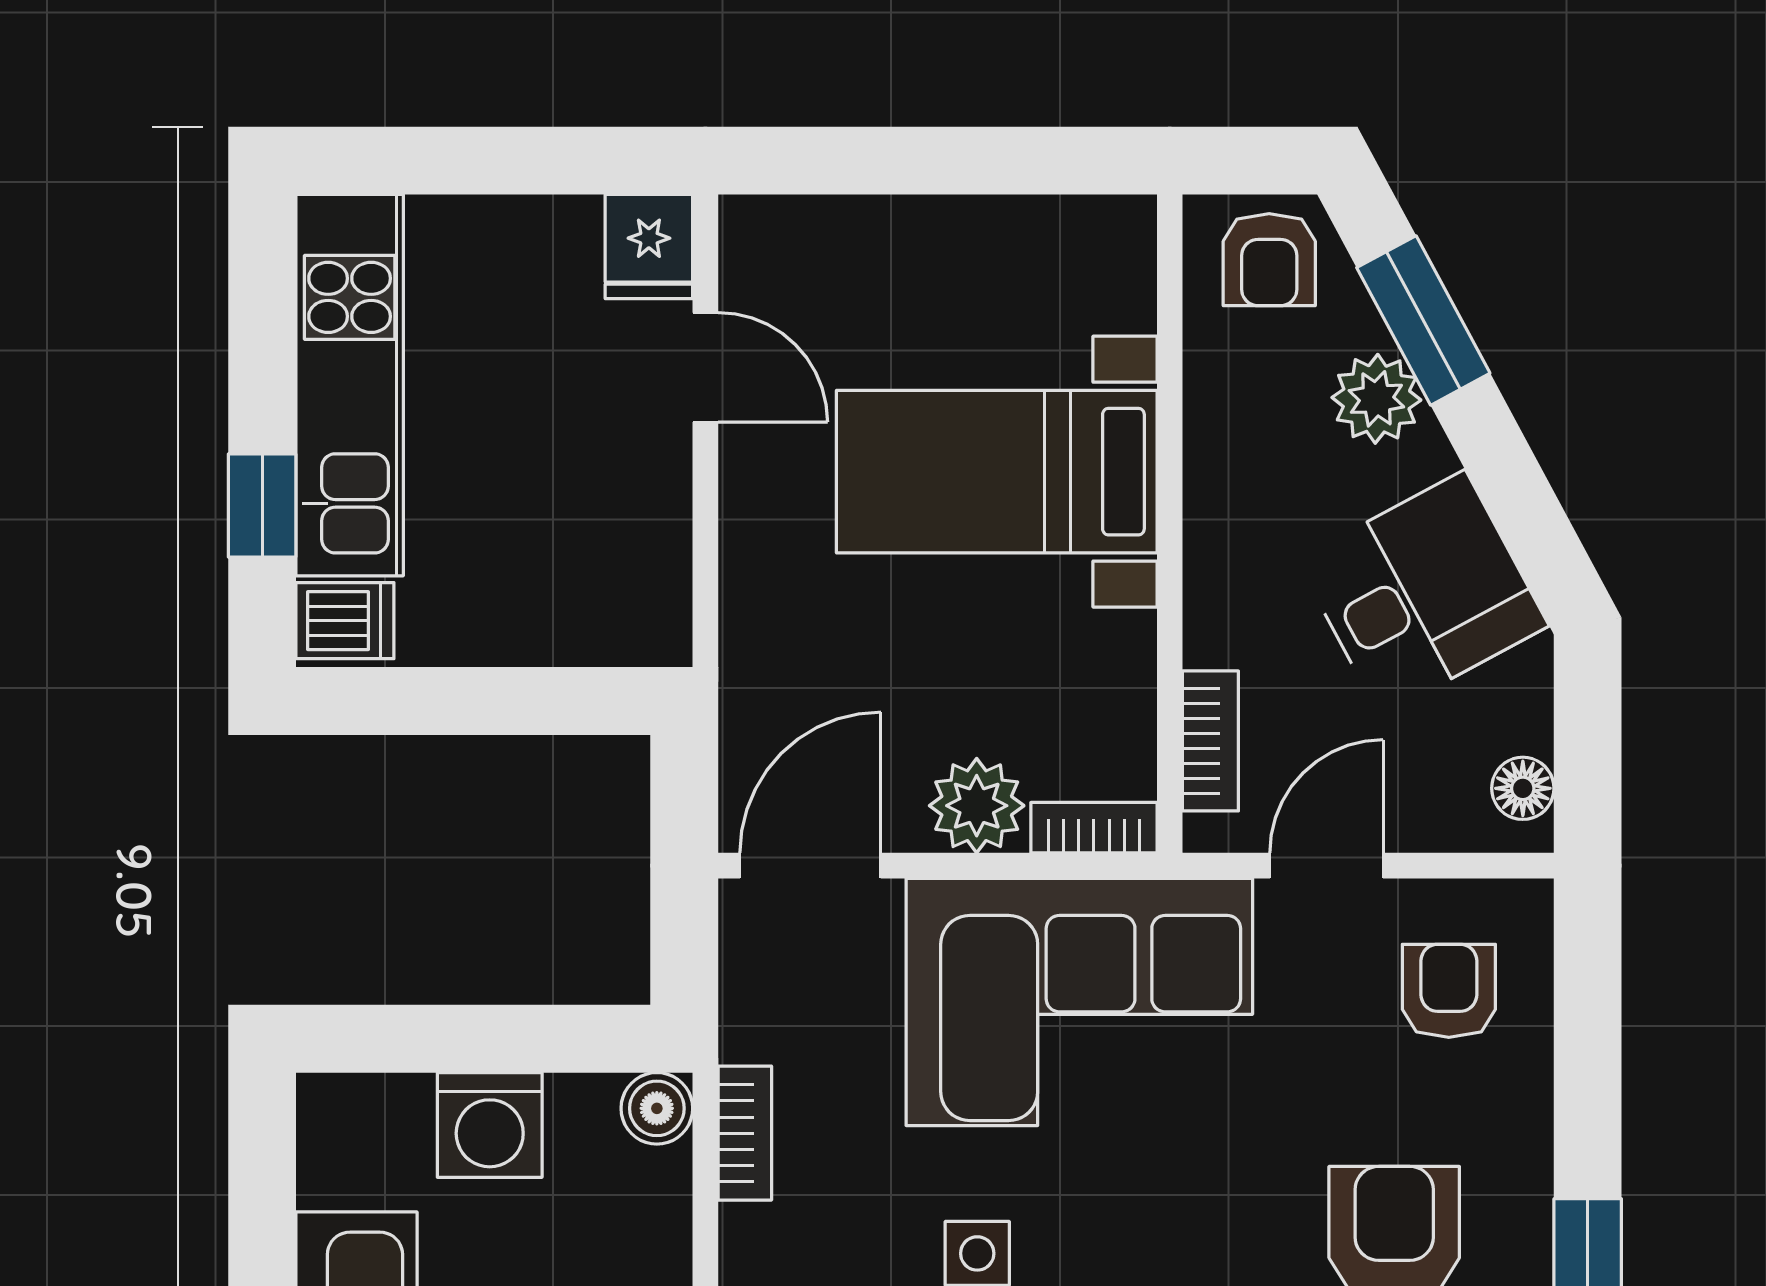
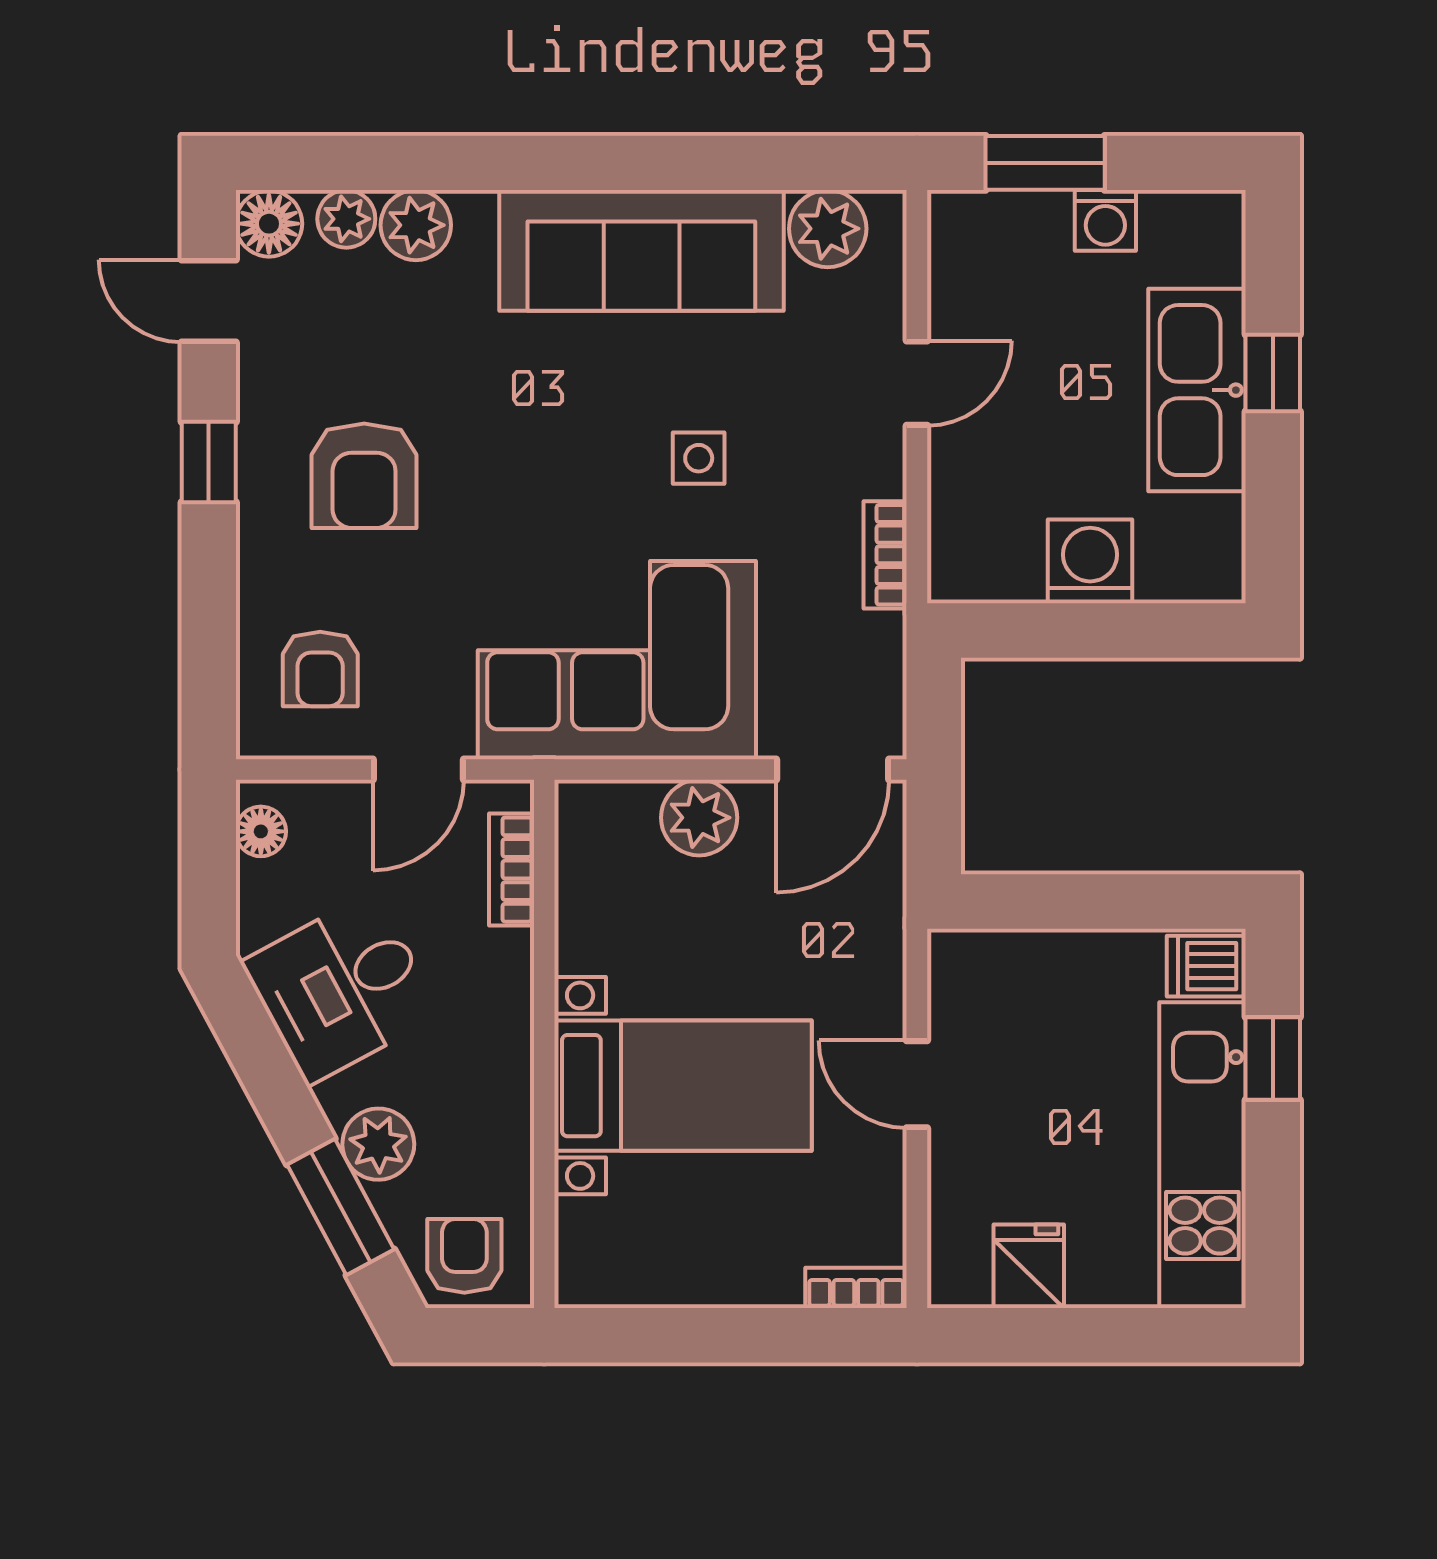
fridge: (649, 247) -> (1029, 1266), moved
door: (705, 367) -> (917, 1084), moved
bookcase: (1094, 828) -> (856, 1288), moved, turned 180
boiler: (657, 1108) -> (956, 575), removed

